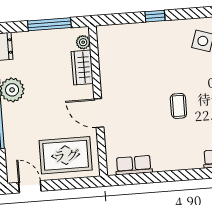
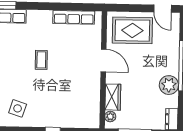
row of seats: (134, 165) -> (74, 17), width x1.48

